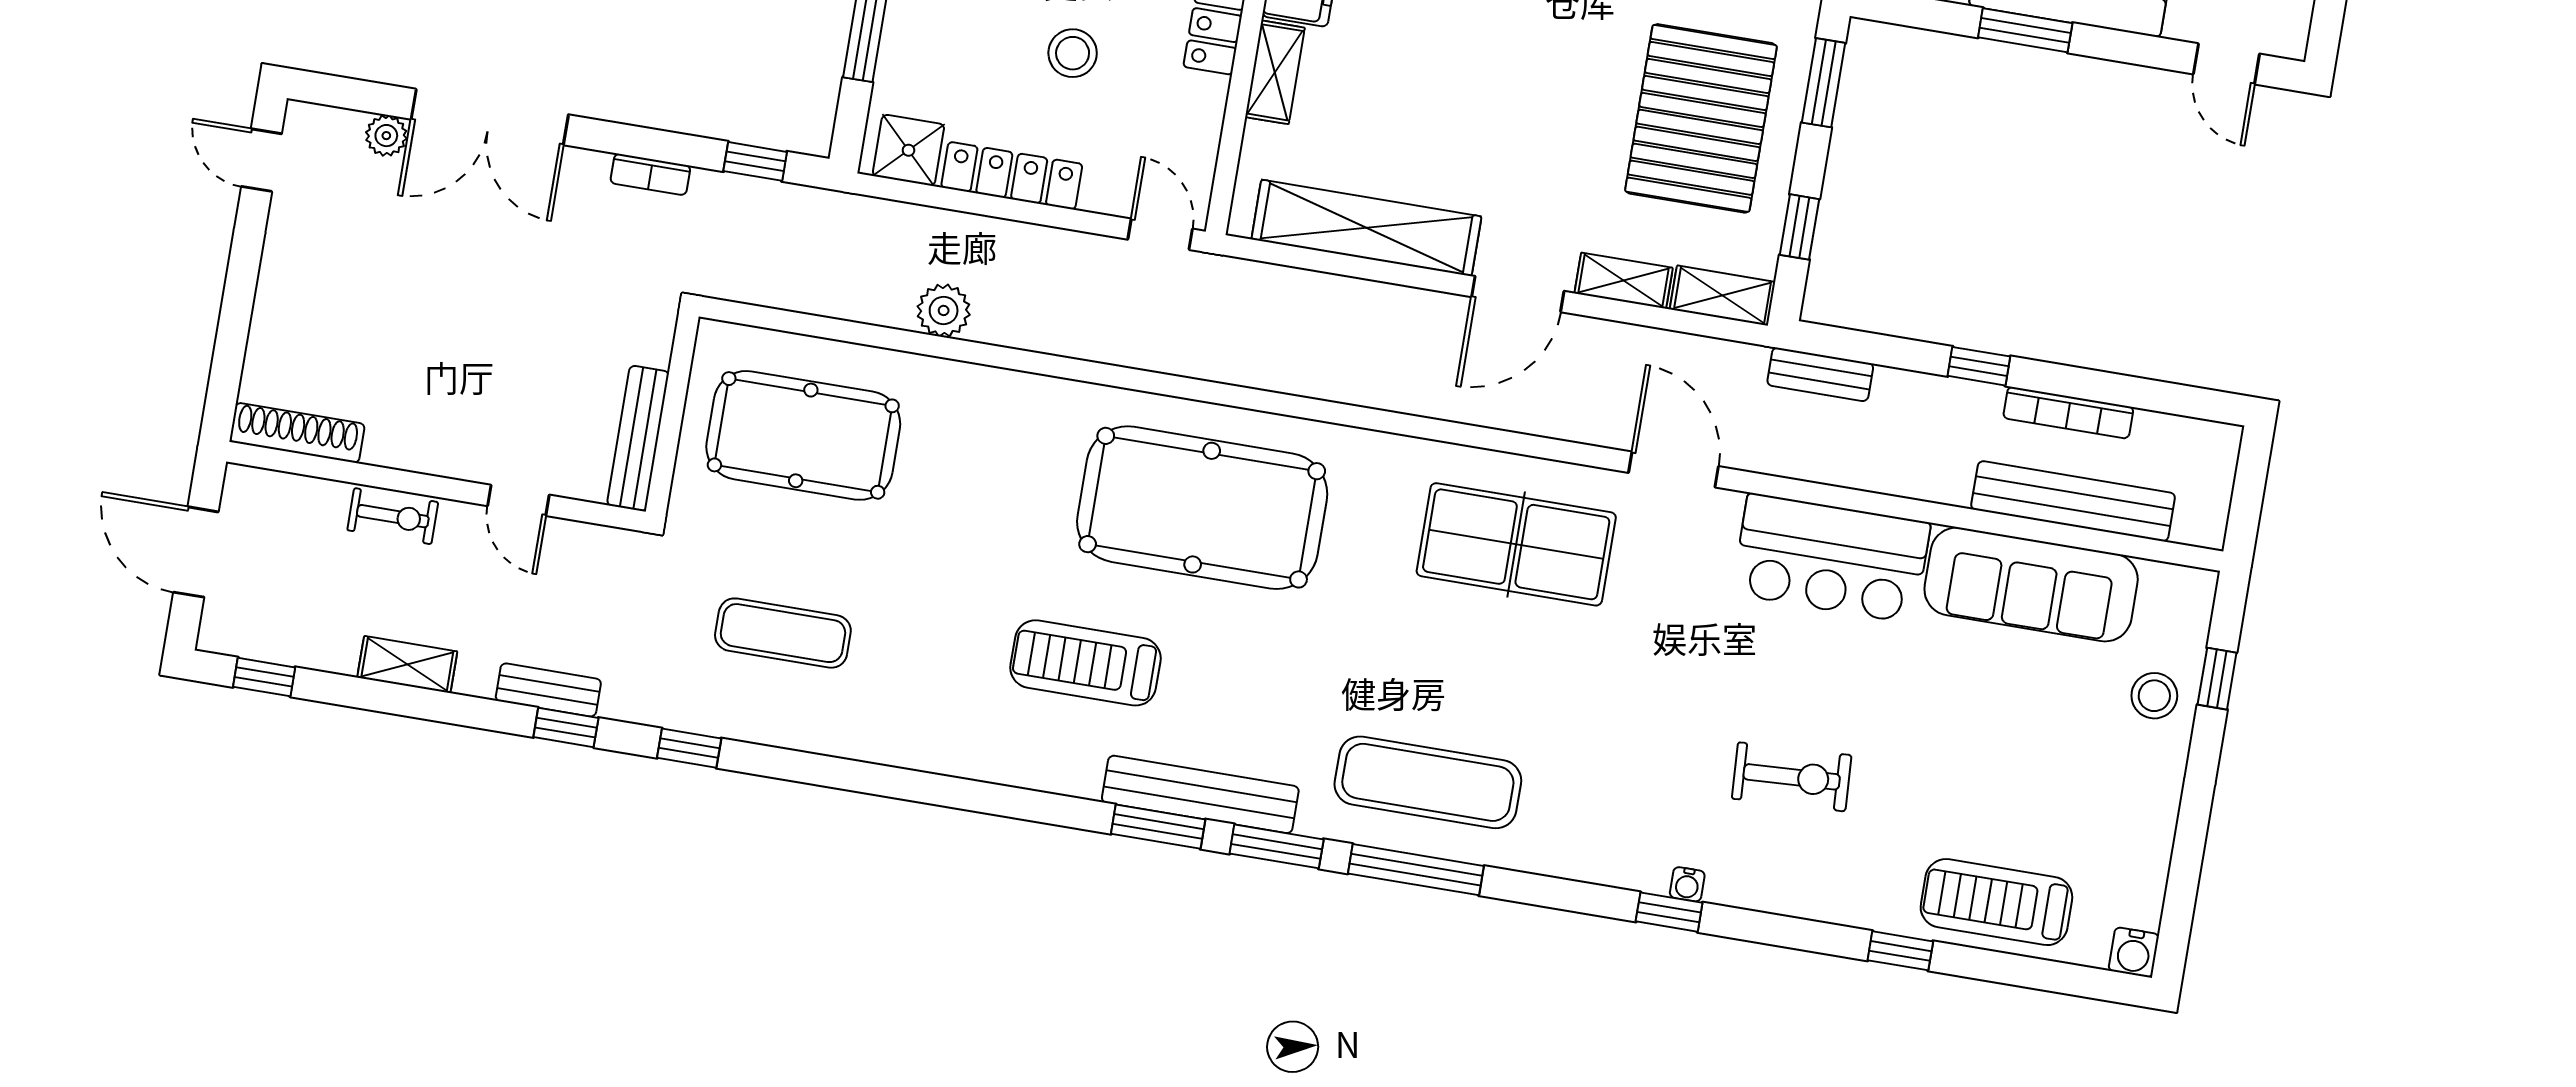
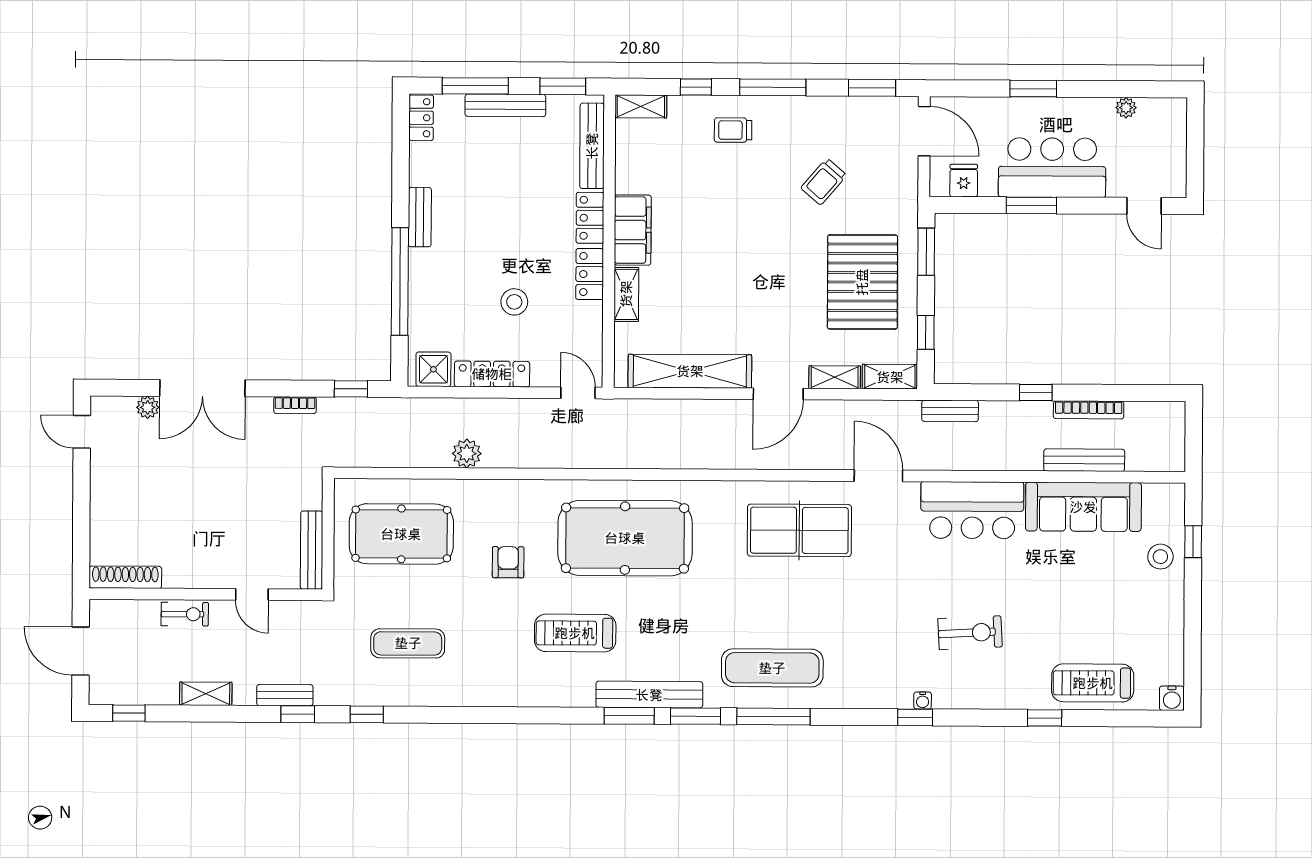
bench: (2073, 501) -> (1084, 460), width x0.73, depth x0.82
armchair: (986, 517) -> (508, 562), added

